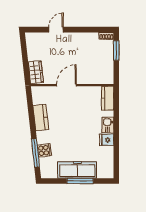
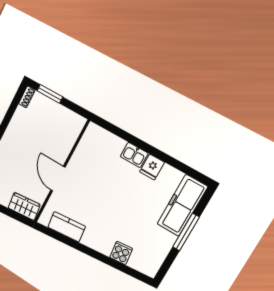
kitchen counter: (108, 98) -> (101, 136), removed
kitchen counter: (41, 118) -> (66, 227), moved
window: (35, 153) -> (118, 265), removed
freezer: (77, 170) -> (182, 205), moved

